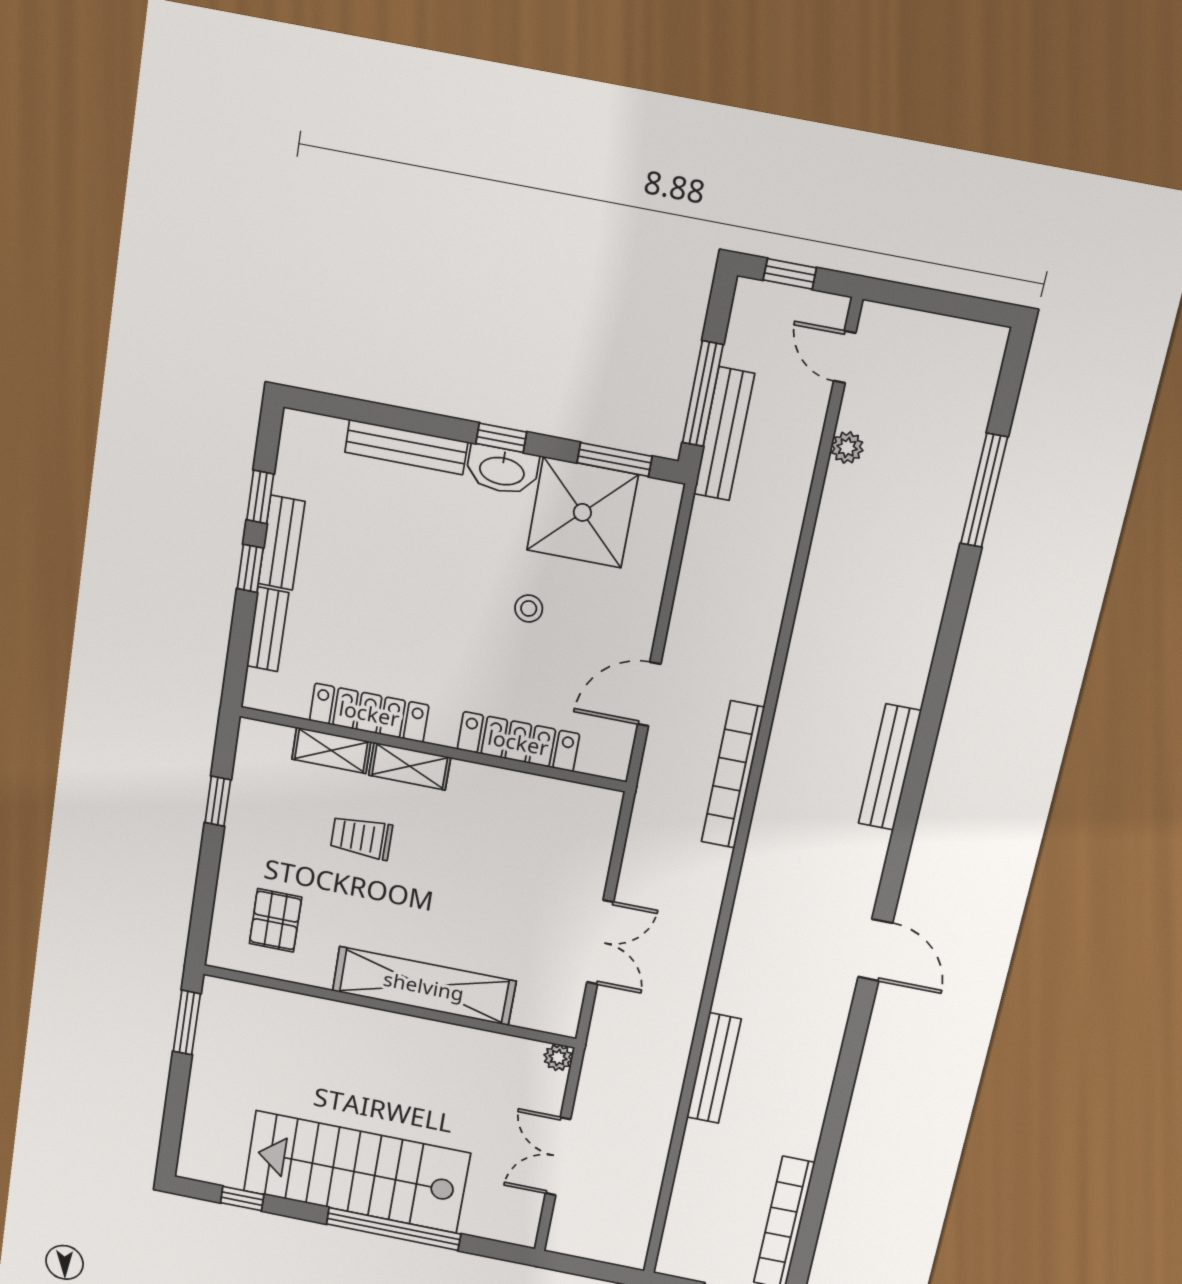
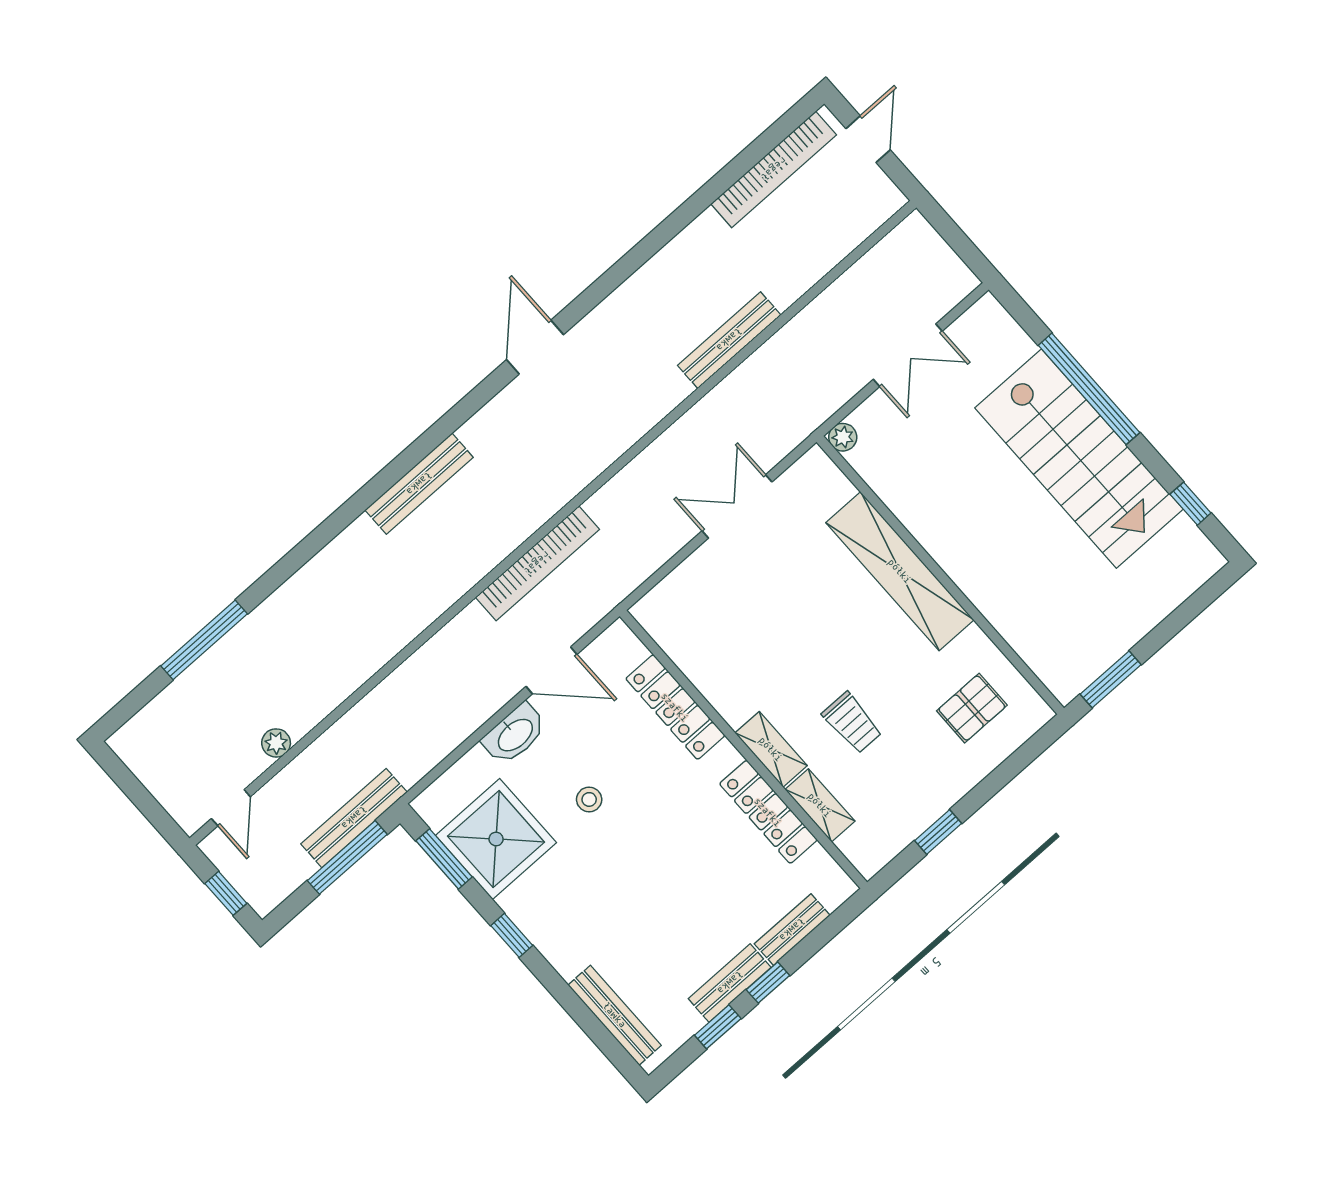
bench: (406, 447) -> (615, 1015), moved
washbasin: (502, 470) -> (515, 734), moved, turned 90

